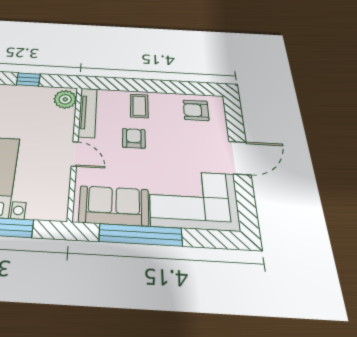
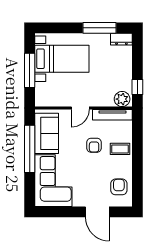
window: (28, 79) -> (137, 87), moved
armchair: (134, 138) -> (94, 145), turned 90
door: (240, 158) -> (97, 212), moved

